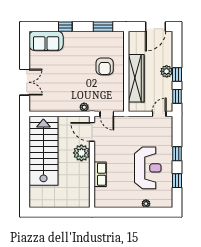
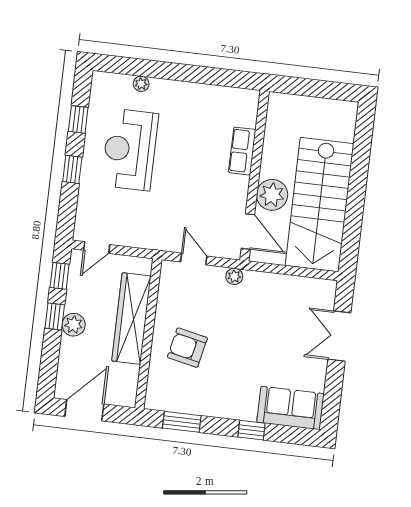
armchair: (105, 66) -> (187, 348), turned -78
door: (92, 132) -> (248, 231), moved
plant: (81, 153) -> (272, 195), moved
wall: (92, 162) -> (255, 176), moved
row of seats: (100, 174) -> (242, 151), moved

